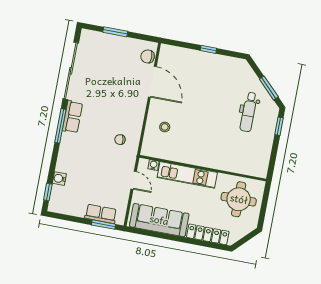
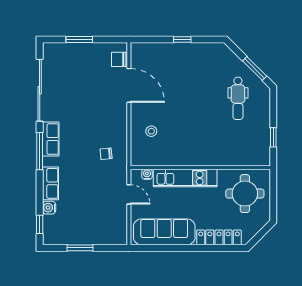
window: (279, 126) -> (273, 137), moved
row of seats: (101, 214) -> (50, 183), moved, turned 90
window: (103, 225) -> (80, 248), moved

